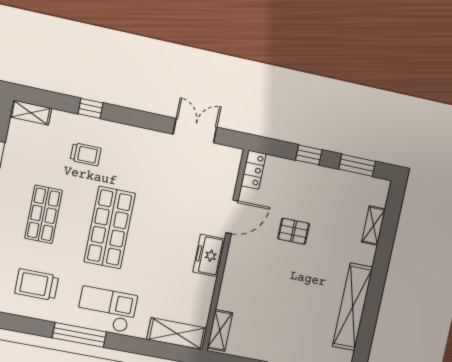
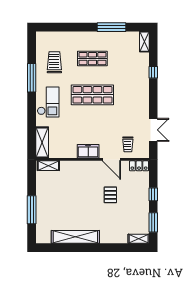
trolley: (86, 154) -> (128, 144), moved
shelving: (373, 226) -> (139, 239), moved
window: (79, 335) -> (32, 78), moved

